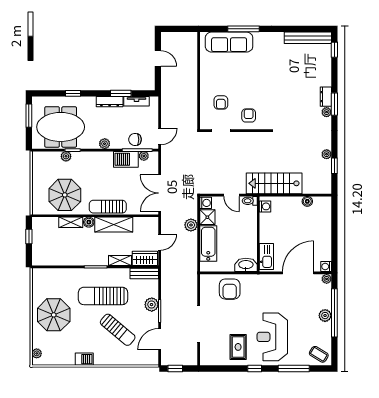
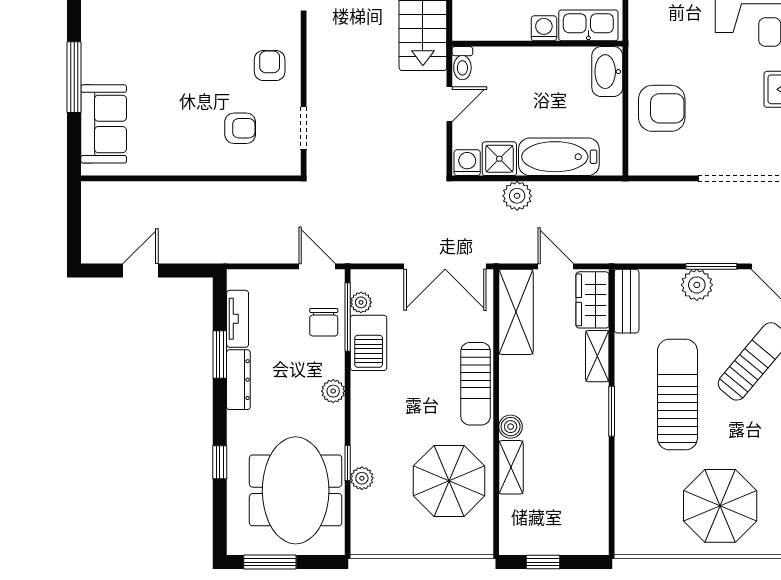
sofa: (229, 42) -> (104, 124), width x0.73
armchair: (249, 116) -> (270, 66), turned 90
washing machine: (265, 206) -> (544, 28), moved
shelving: (114, 225) -> (516, 312), moved
sun lounger: (103, 296) -> (677, 394), turned 180

